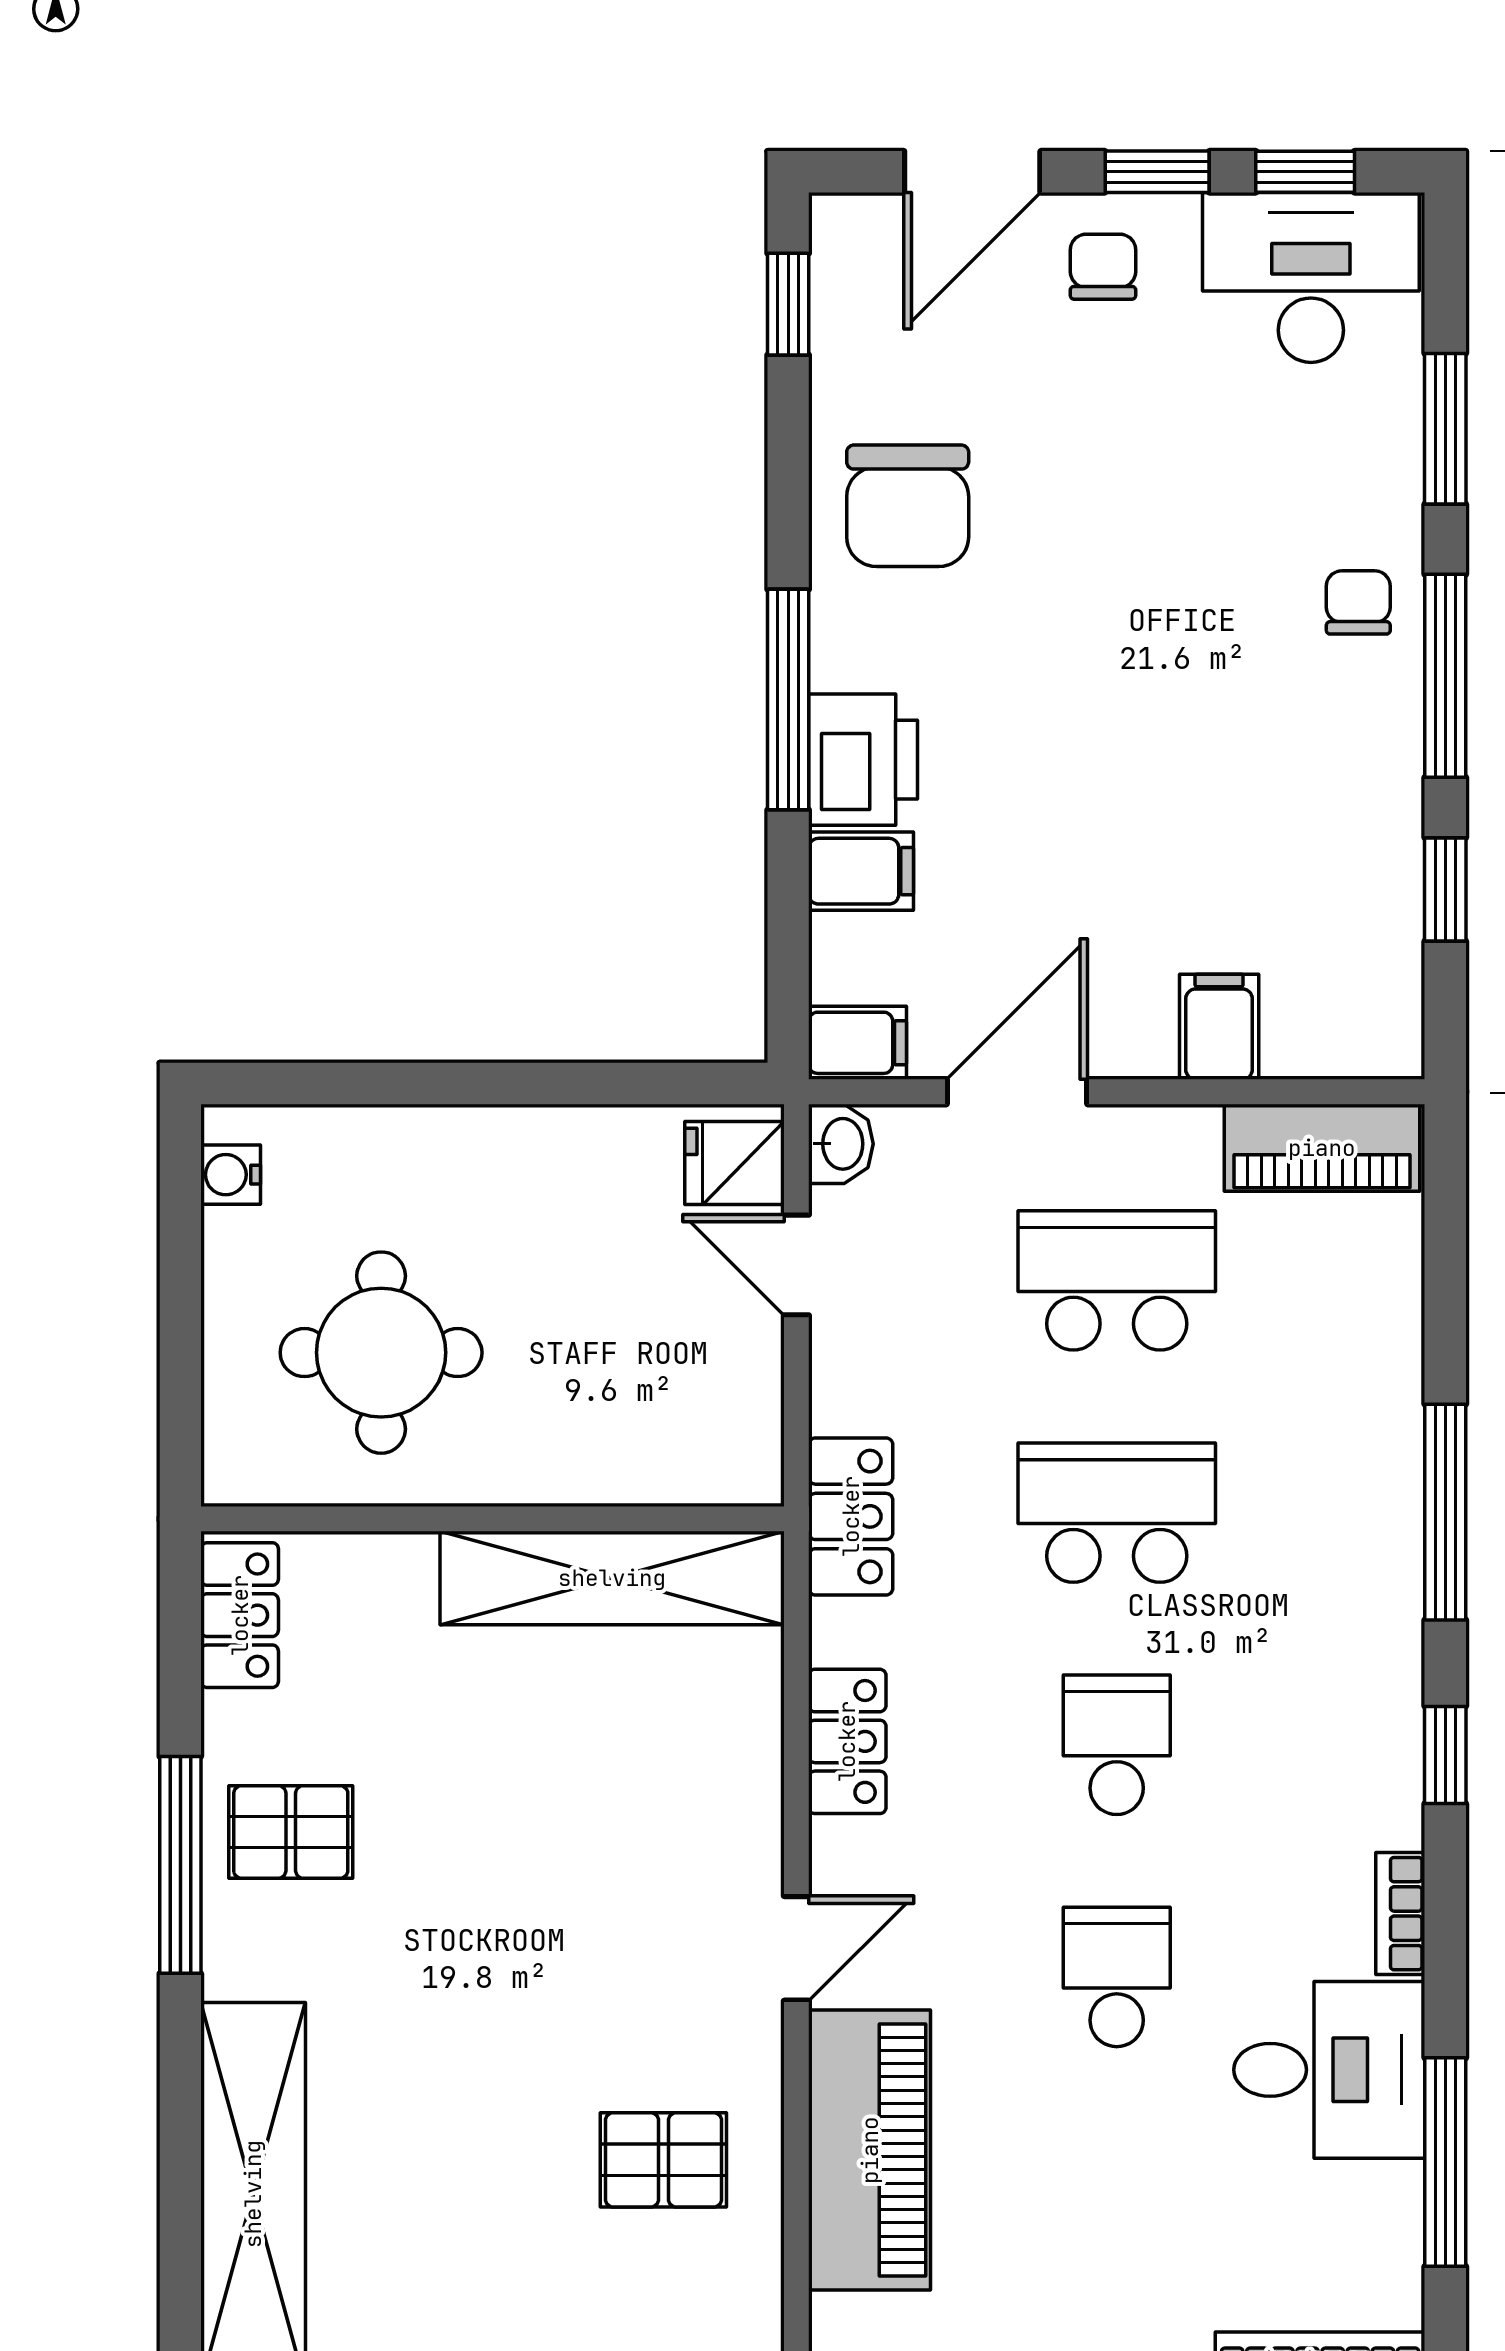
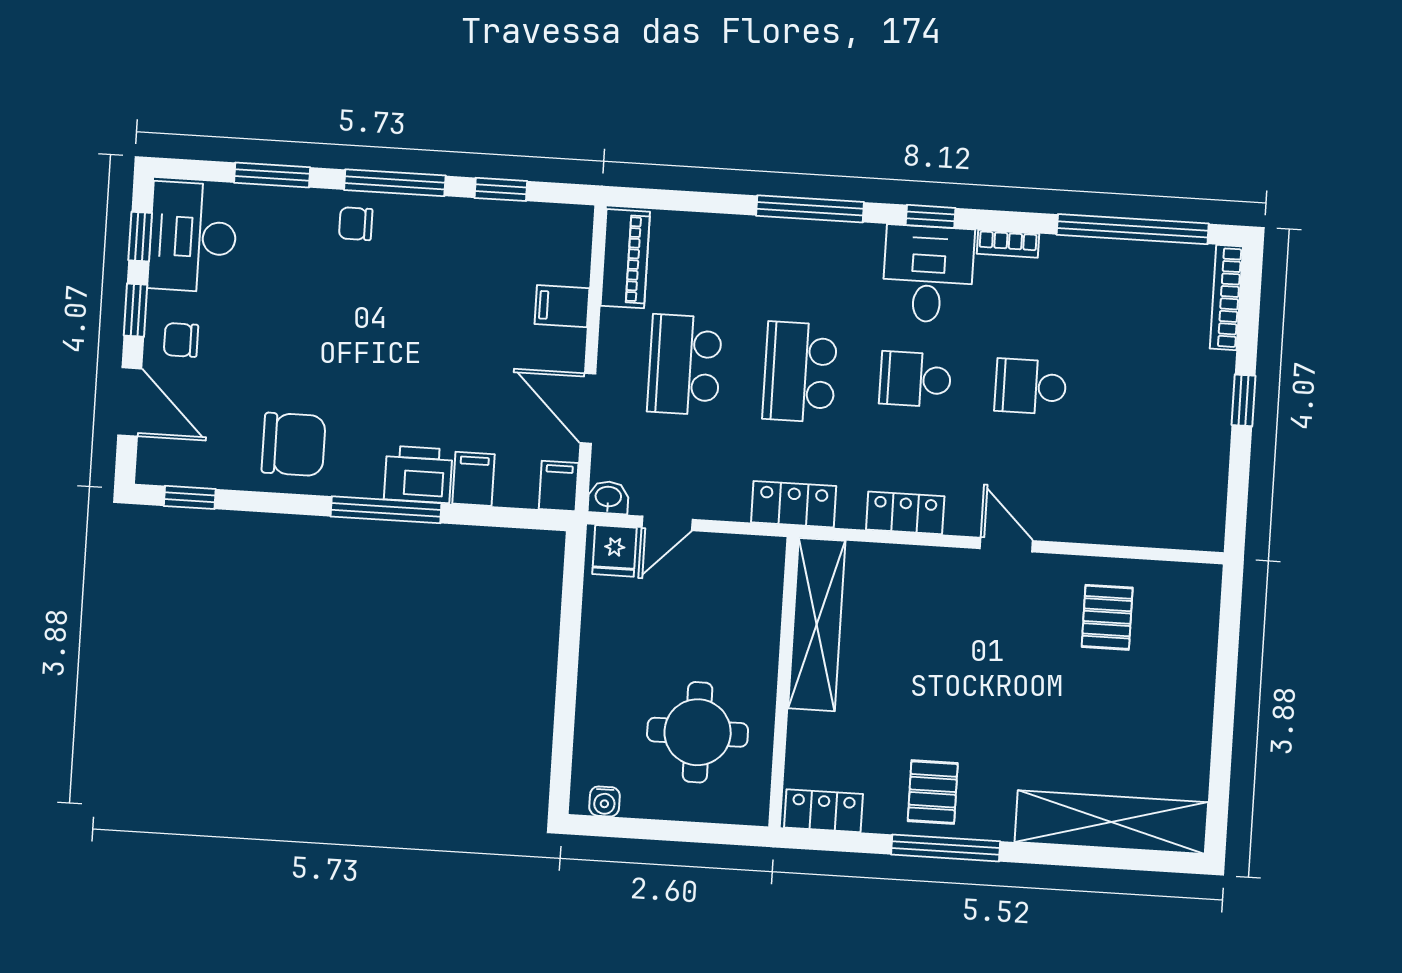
desk: (1329, 2070) -> (928, 274), moved
piano: (870, 2150) -> (1109, 515), removed
window: (1445, 2162) -> (1133, 229), width x1.46

